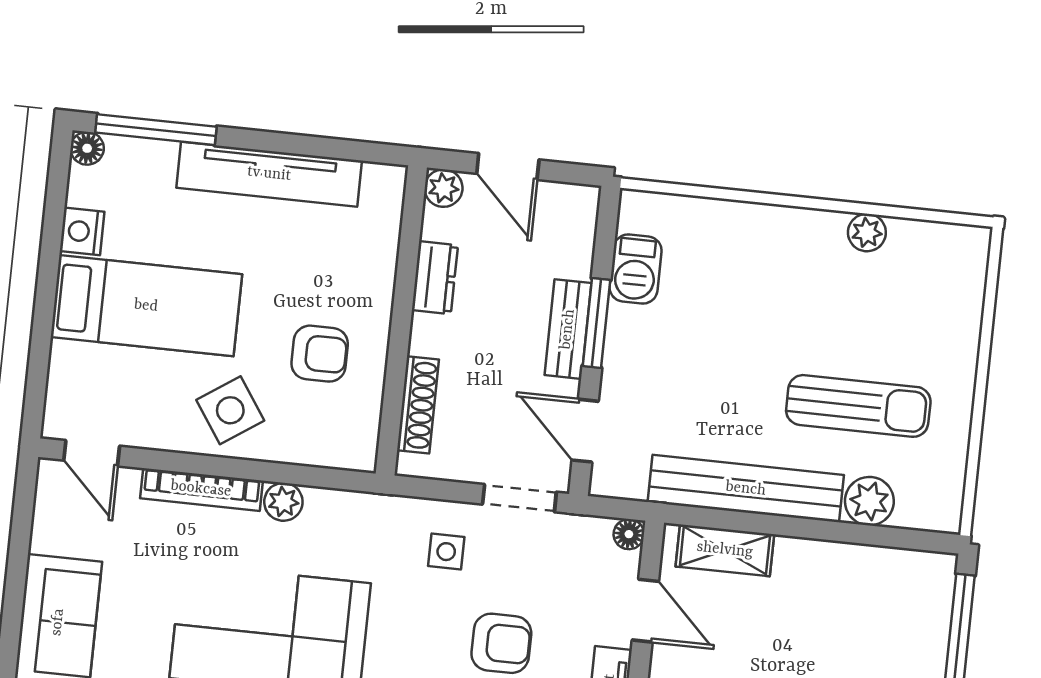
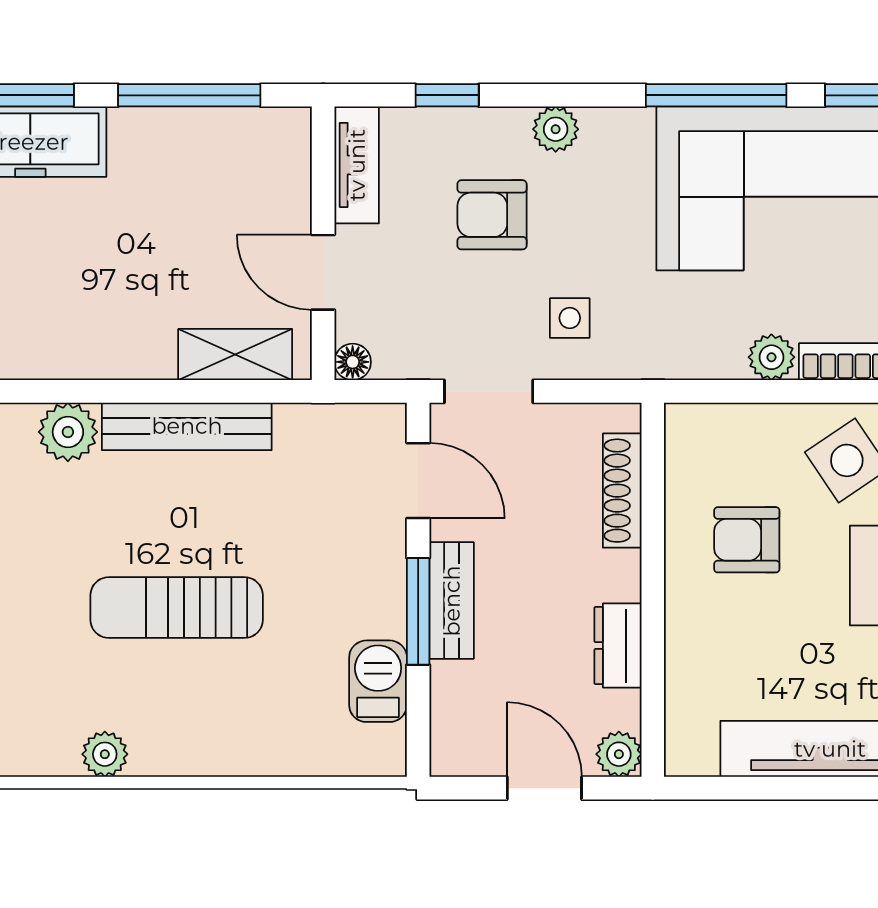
sun lounger: (858, 406) -> (177, 608), moved
bench: (746, 489) -> (187, 426), width x0.73, depth x0.82

